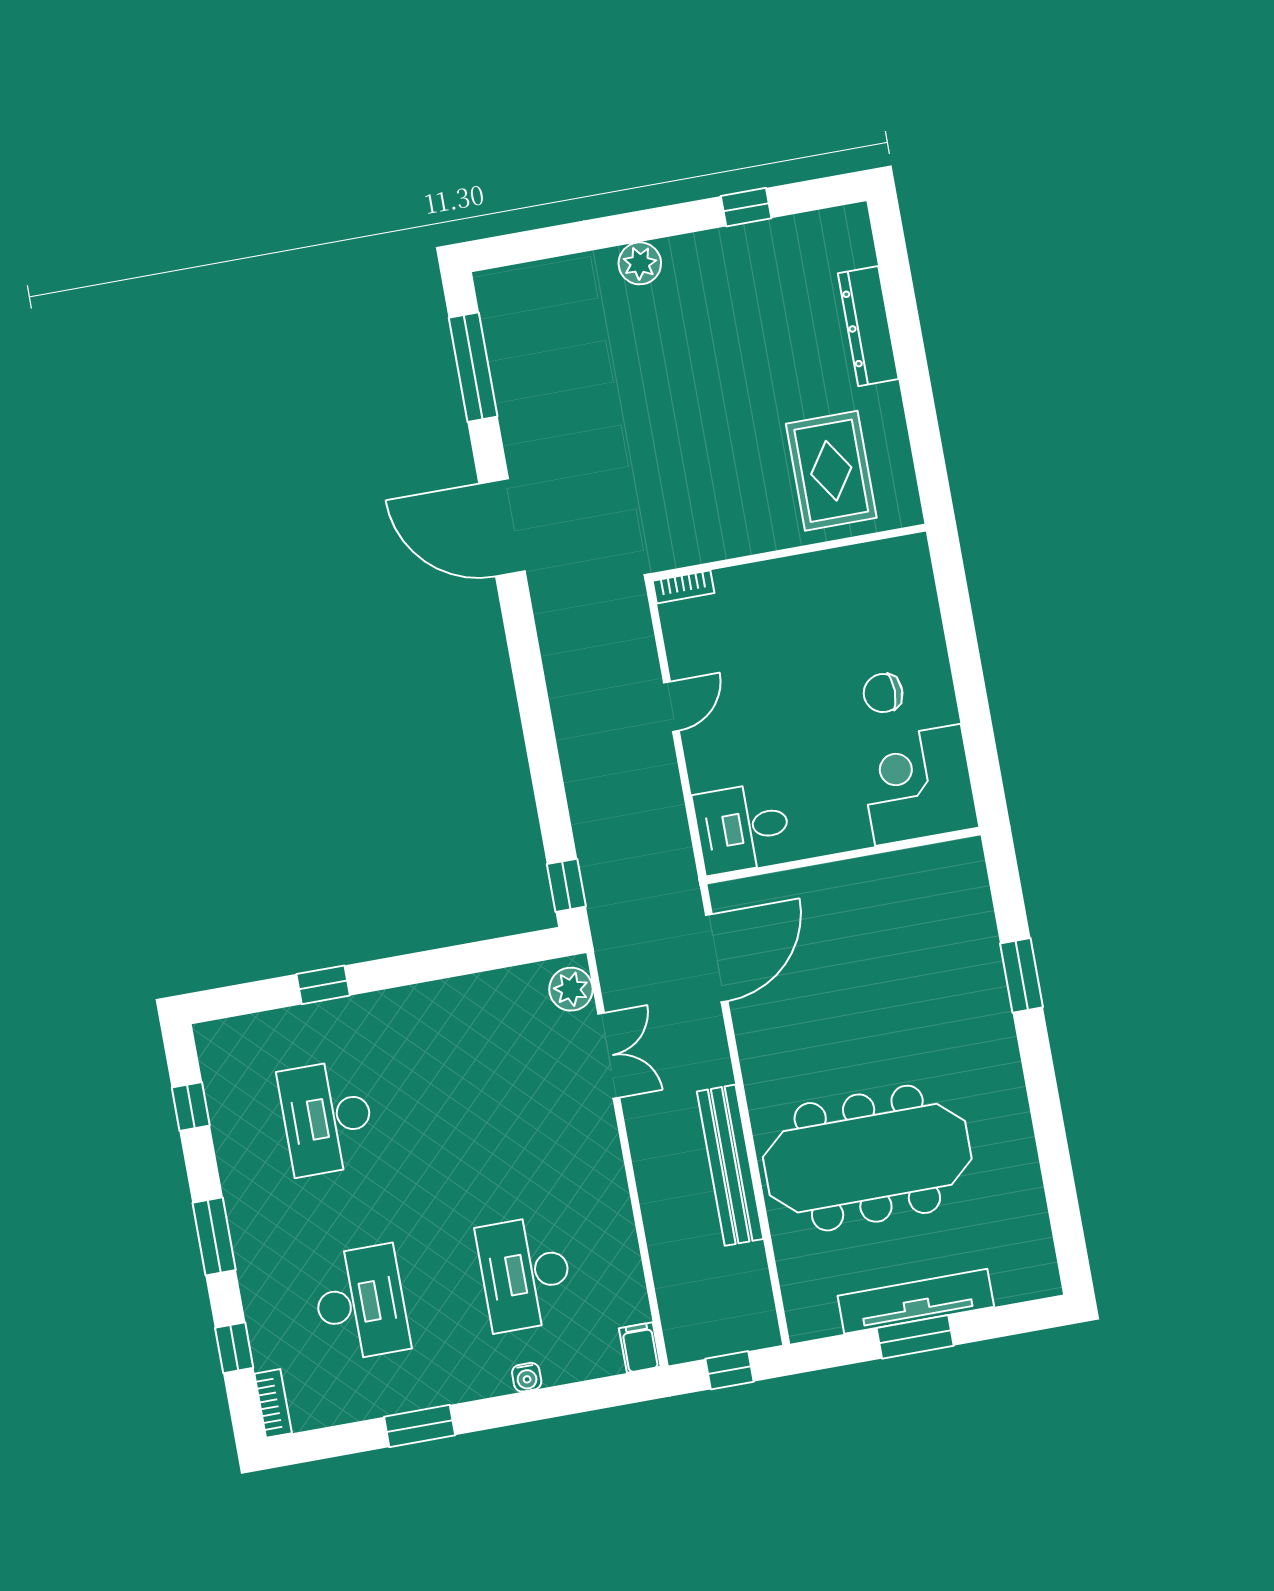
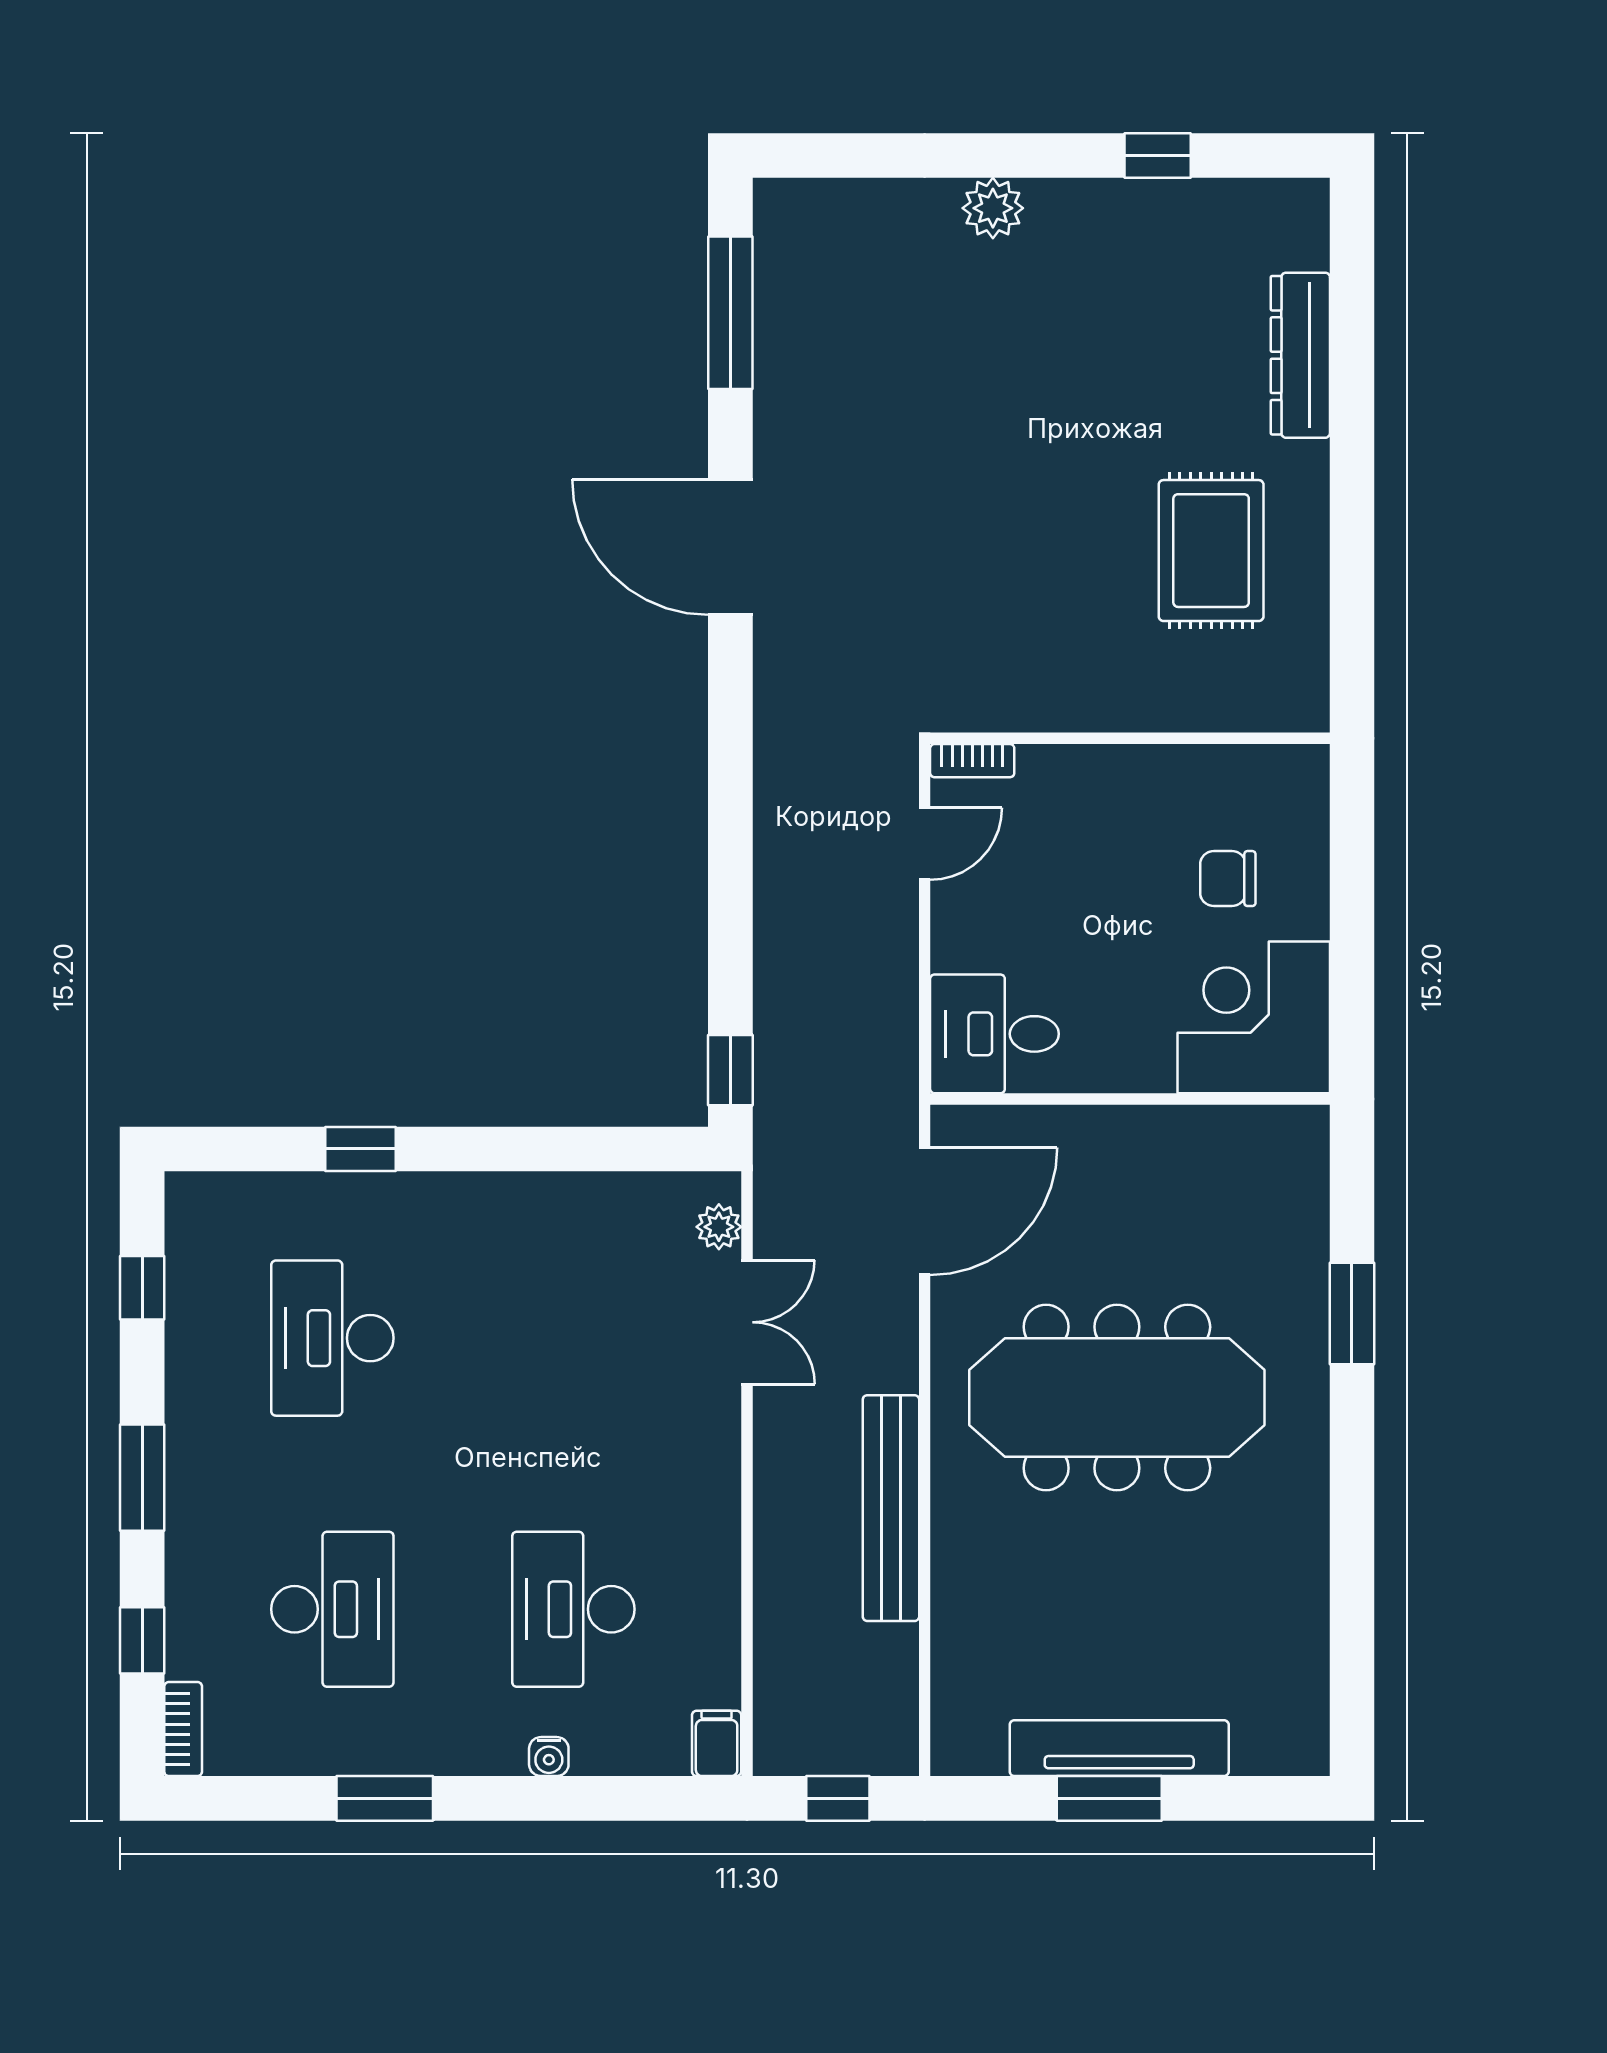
wall: (789, 552) -> (1130, 738), moved
bookcase: (683, 587) -> (972, 761), moved
plant: (571, 989) -> (719, 1227), width x0.73, depth x0.73
meeting table: (867, 1158) -> (1117, 1398), moved

